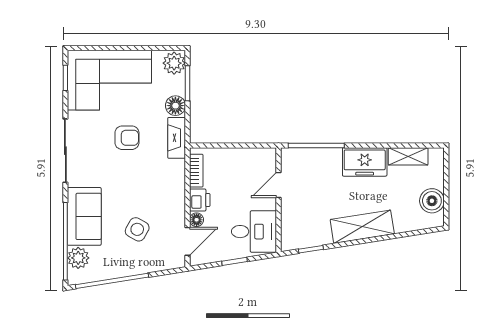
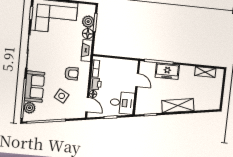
plant: (174, 63) -> (88, 22), moved
armchair: (127, 138) -> (71, 74), moved
freezer: (365, 162) -> (167, 71), moved
door: (279, 185) -> (137, 80), swing flipped
boiler: (432, 201) -> (215, 96), removed
door: (187, 241) -> (87, 105), hinge flipped

